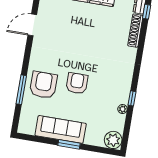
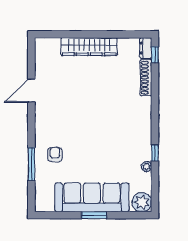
armchair: (77, 83) -> (91, 147), removed
armchair: (43, 85) -> (55, 155), width x0.53, depth x0.53
sofa: (61, 129) -> (92, 197), width x1.36, depth x1.27

